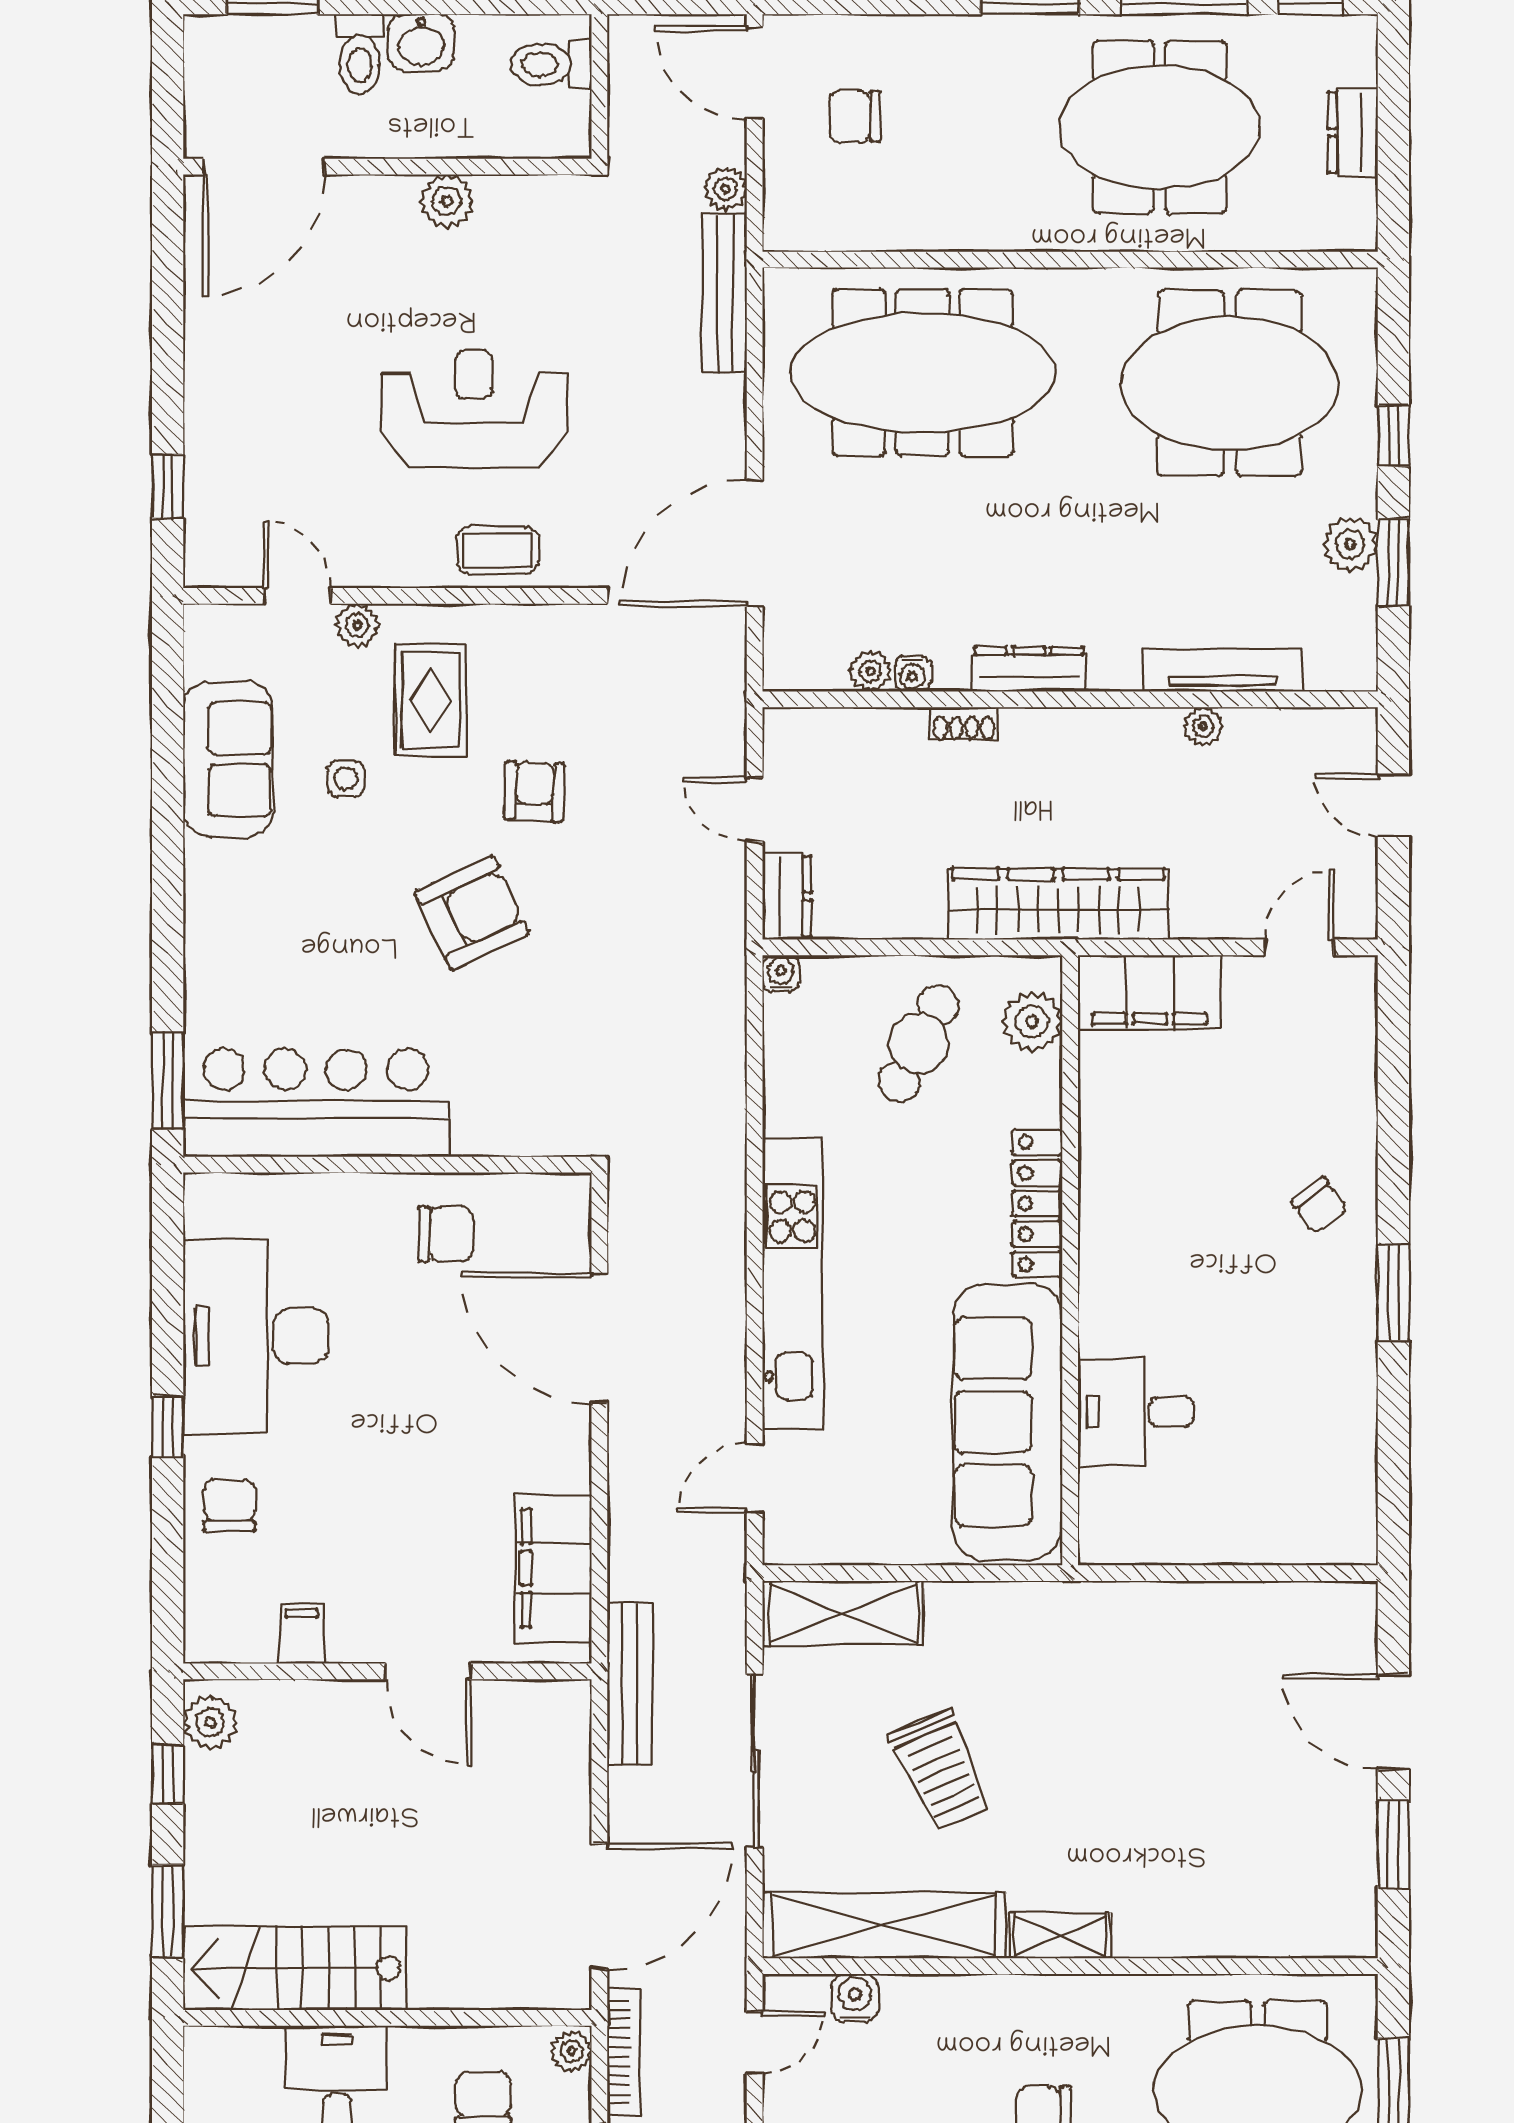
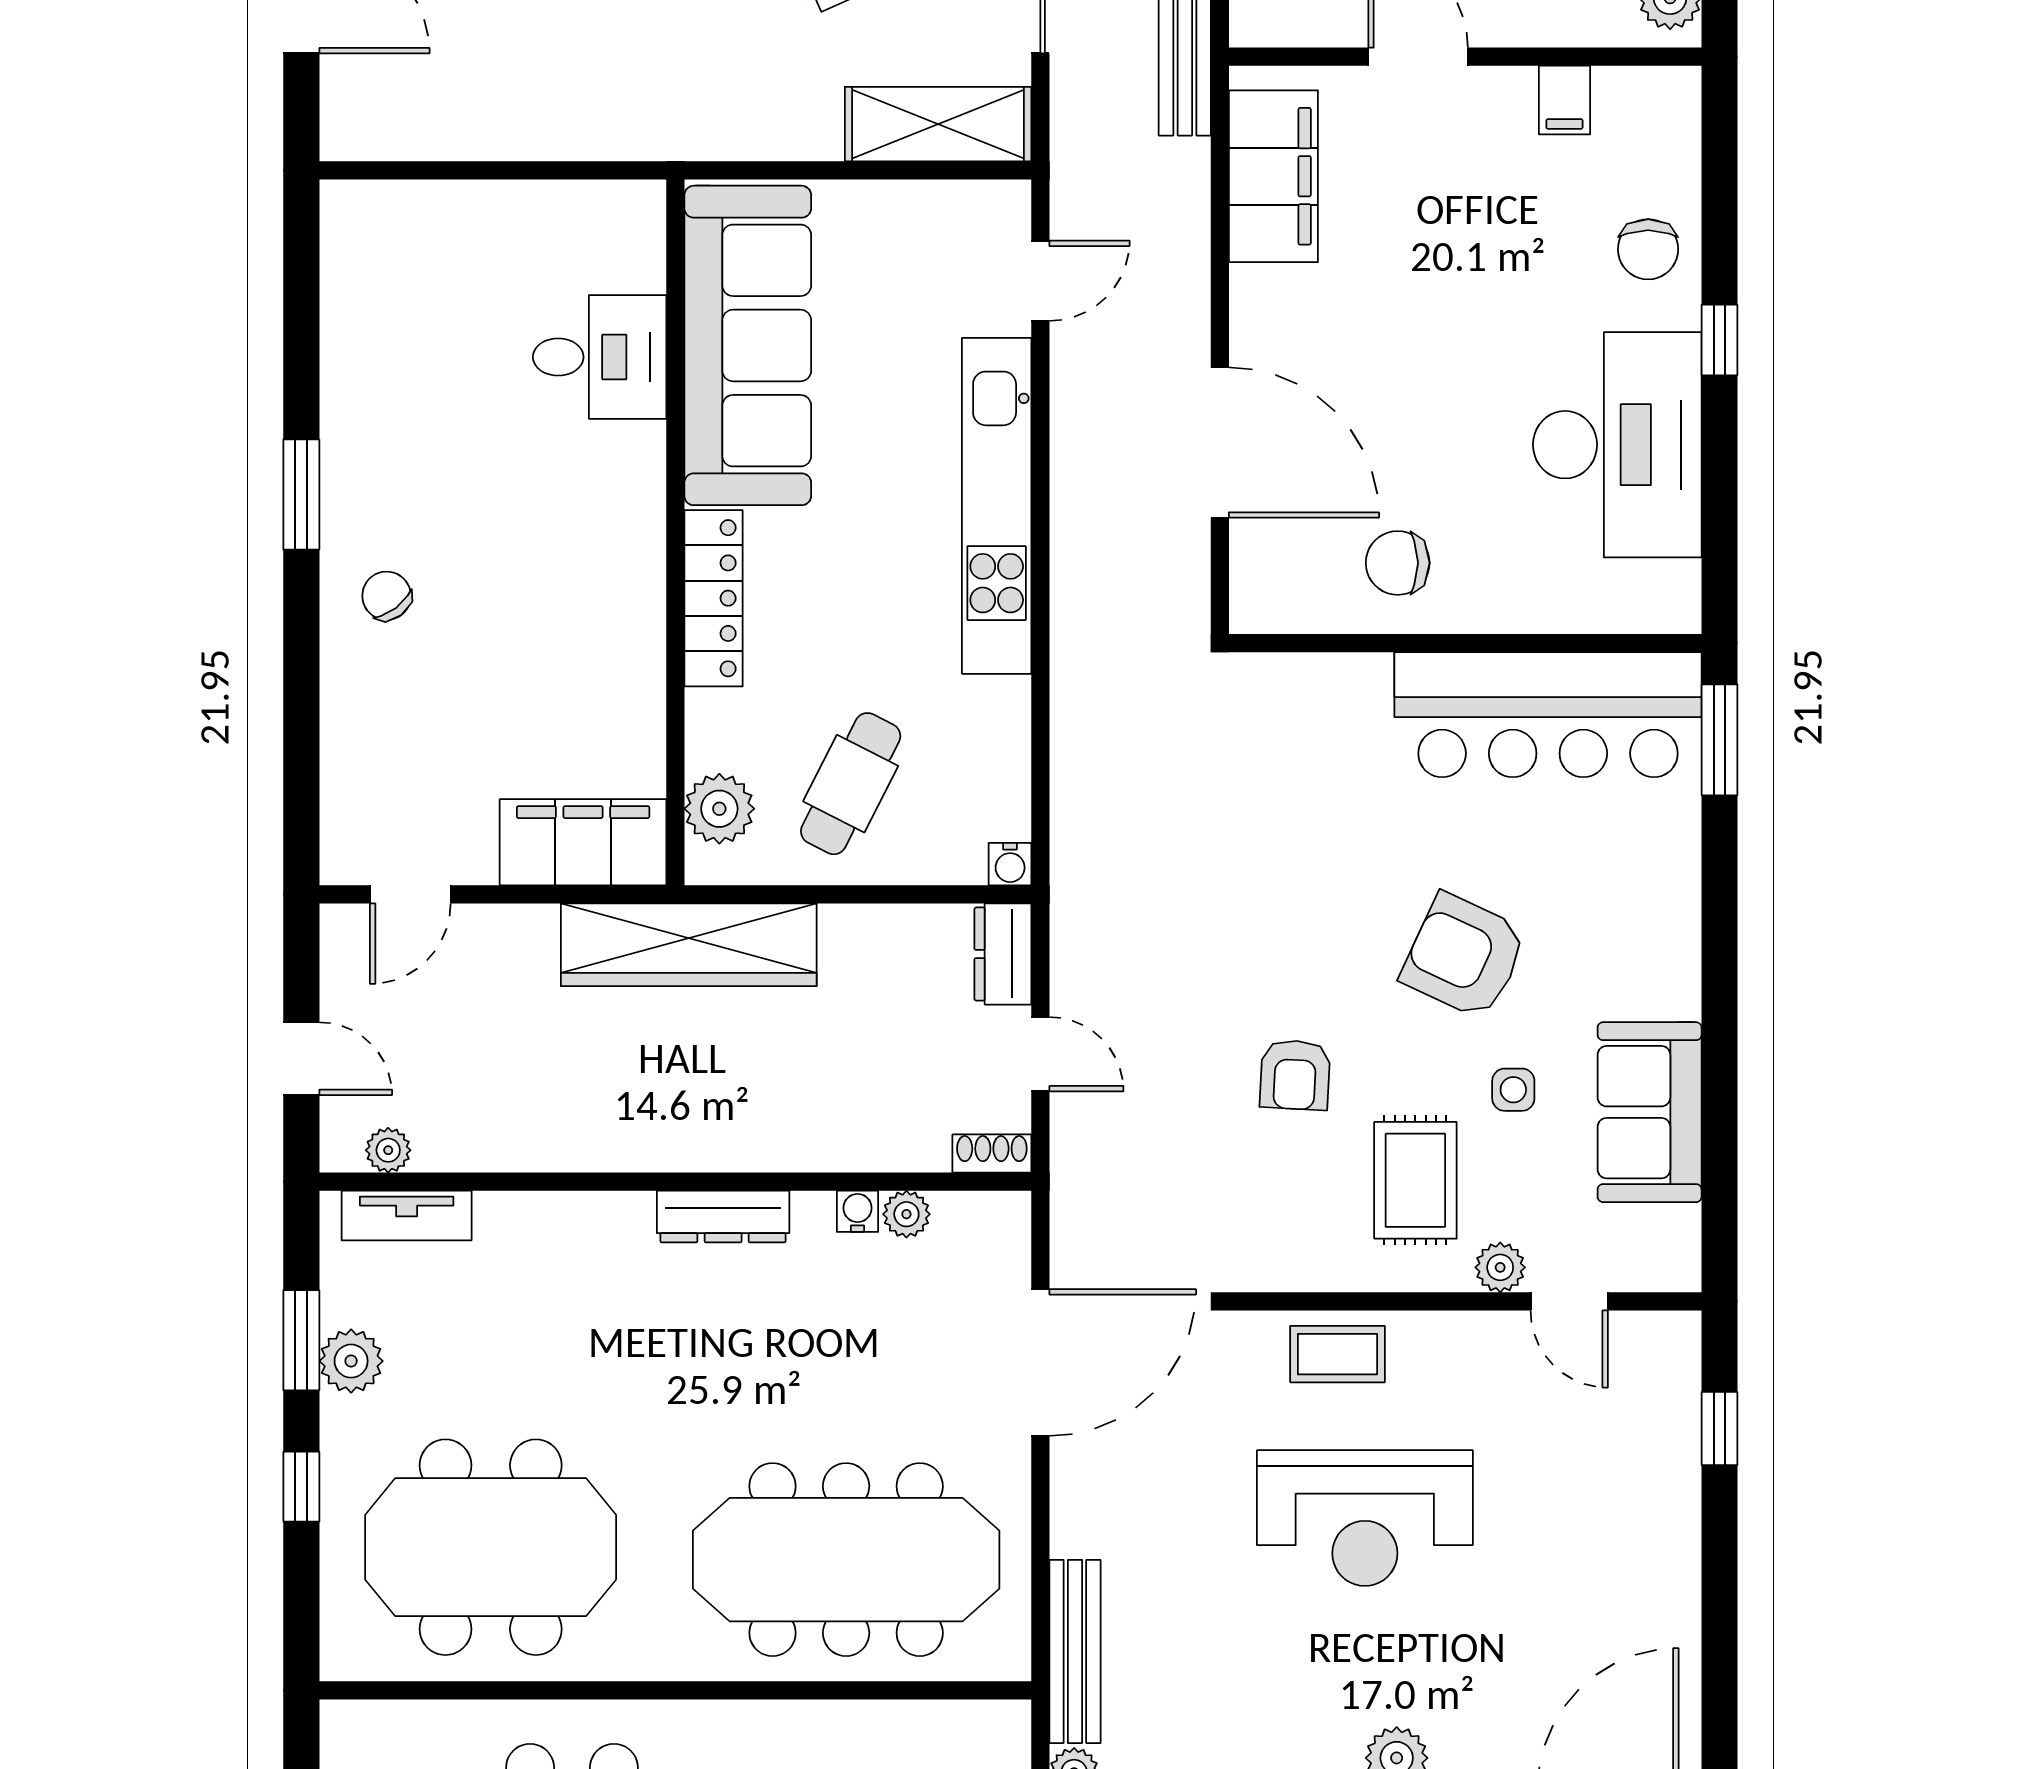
tv unit: (1223, 670) -> (407, 1215), moved, width x0.71
shoe rack: (964, 724) -> (992, 1154), moved
plant: (1203, 726) -> (388, 1150), moved
armchair: (472, 913) -> (1464, 956), moved, turned 50

